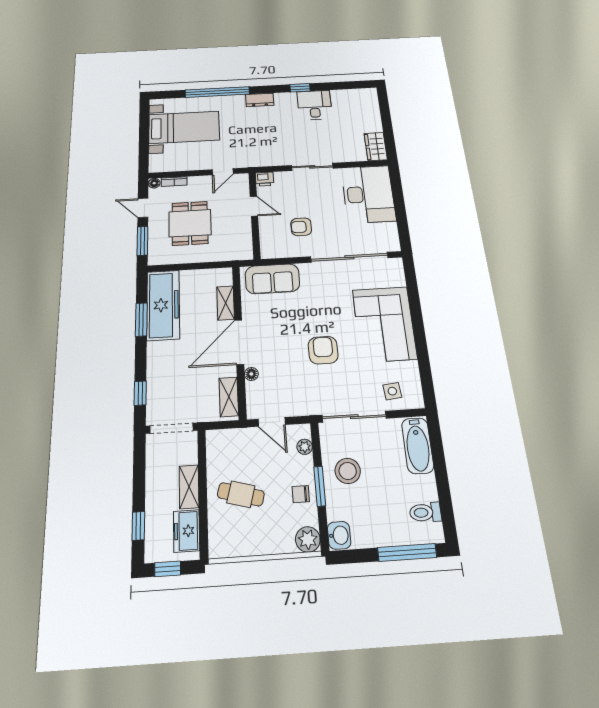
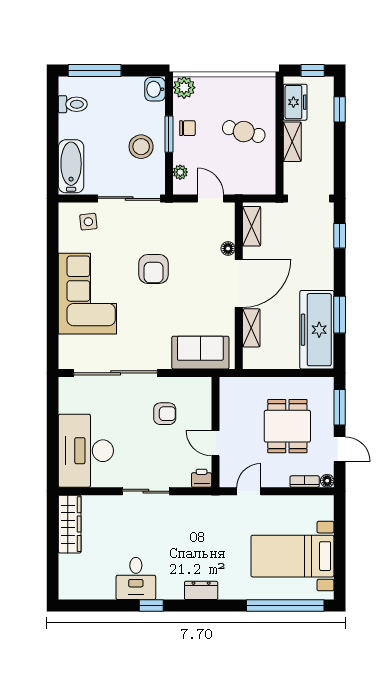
window: (217, 92) -> (285, 606), moved
wardrobe: (376, 146) -> (70, 524), width x1.50

